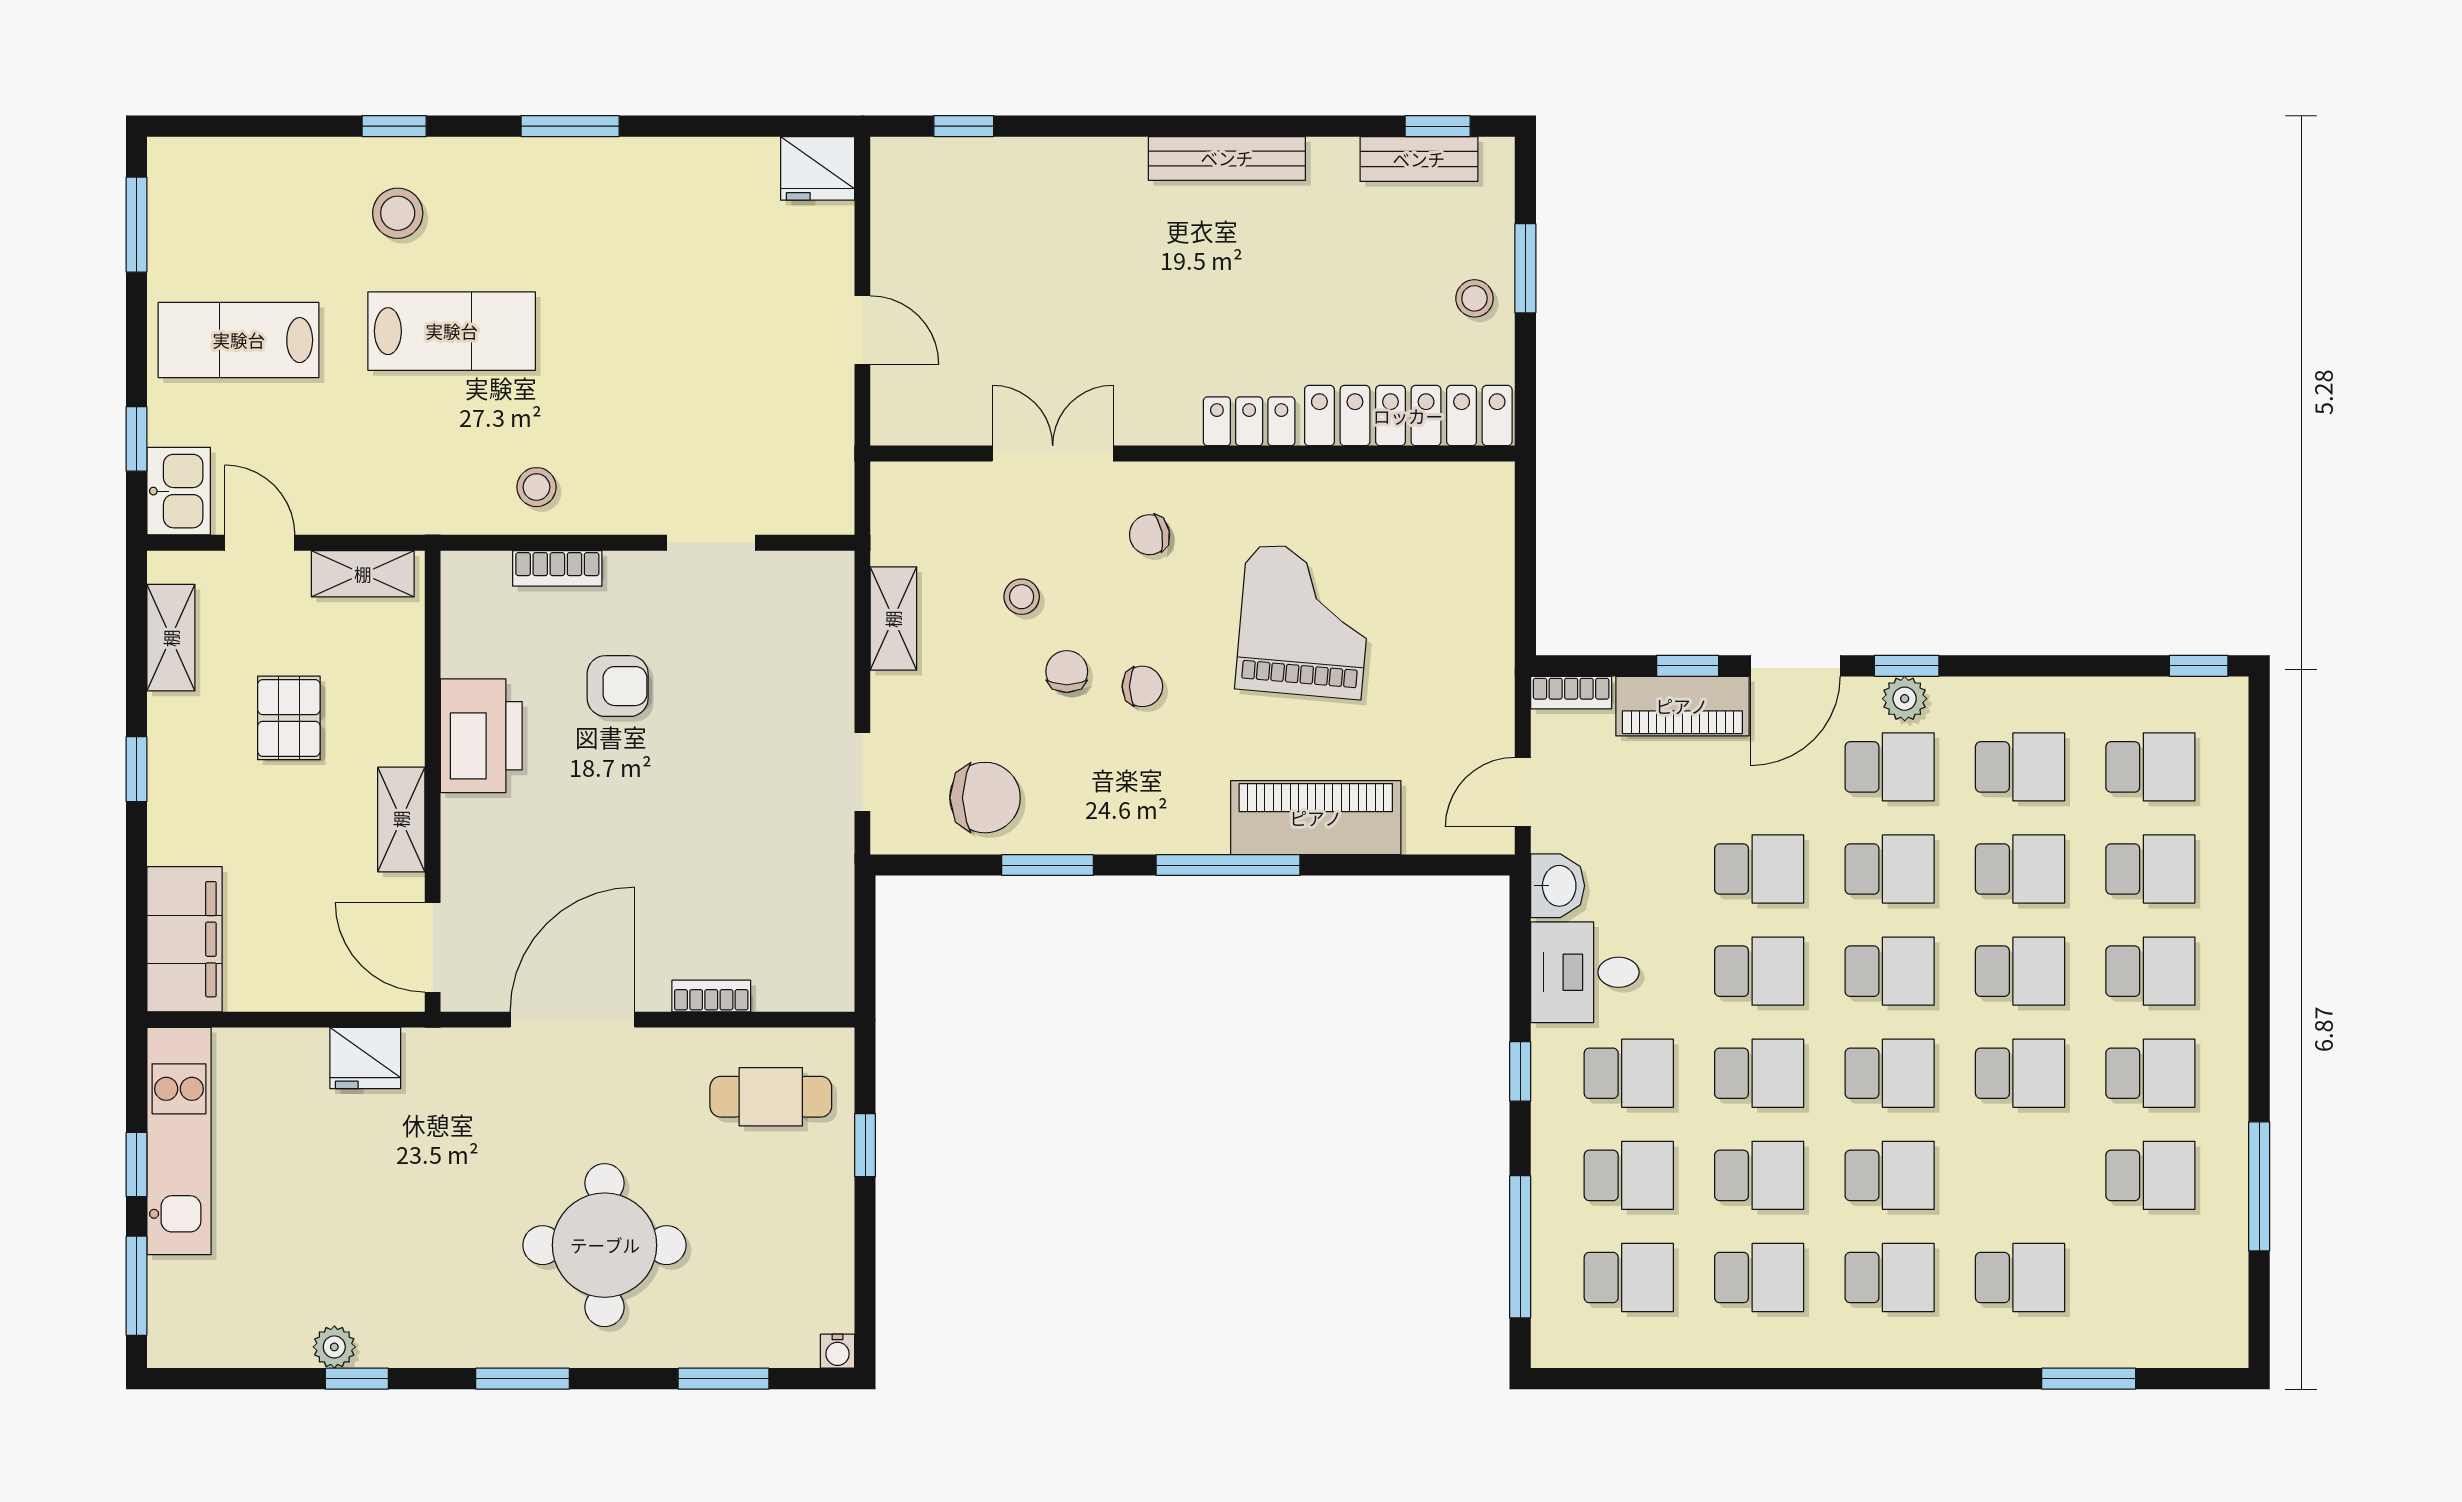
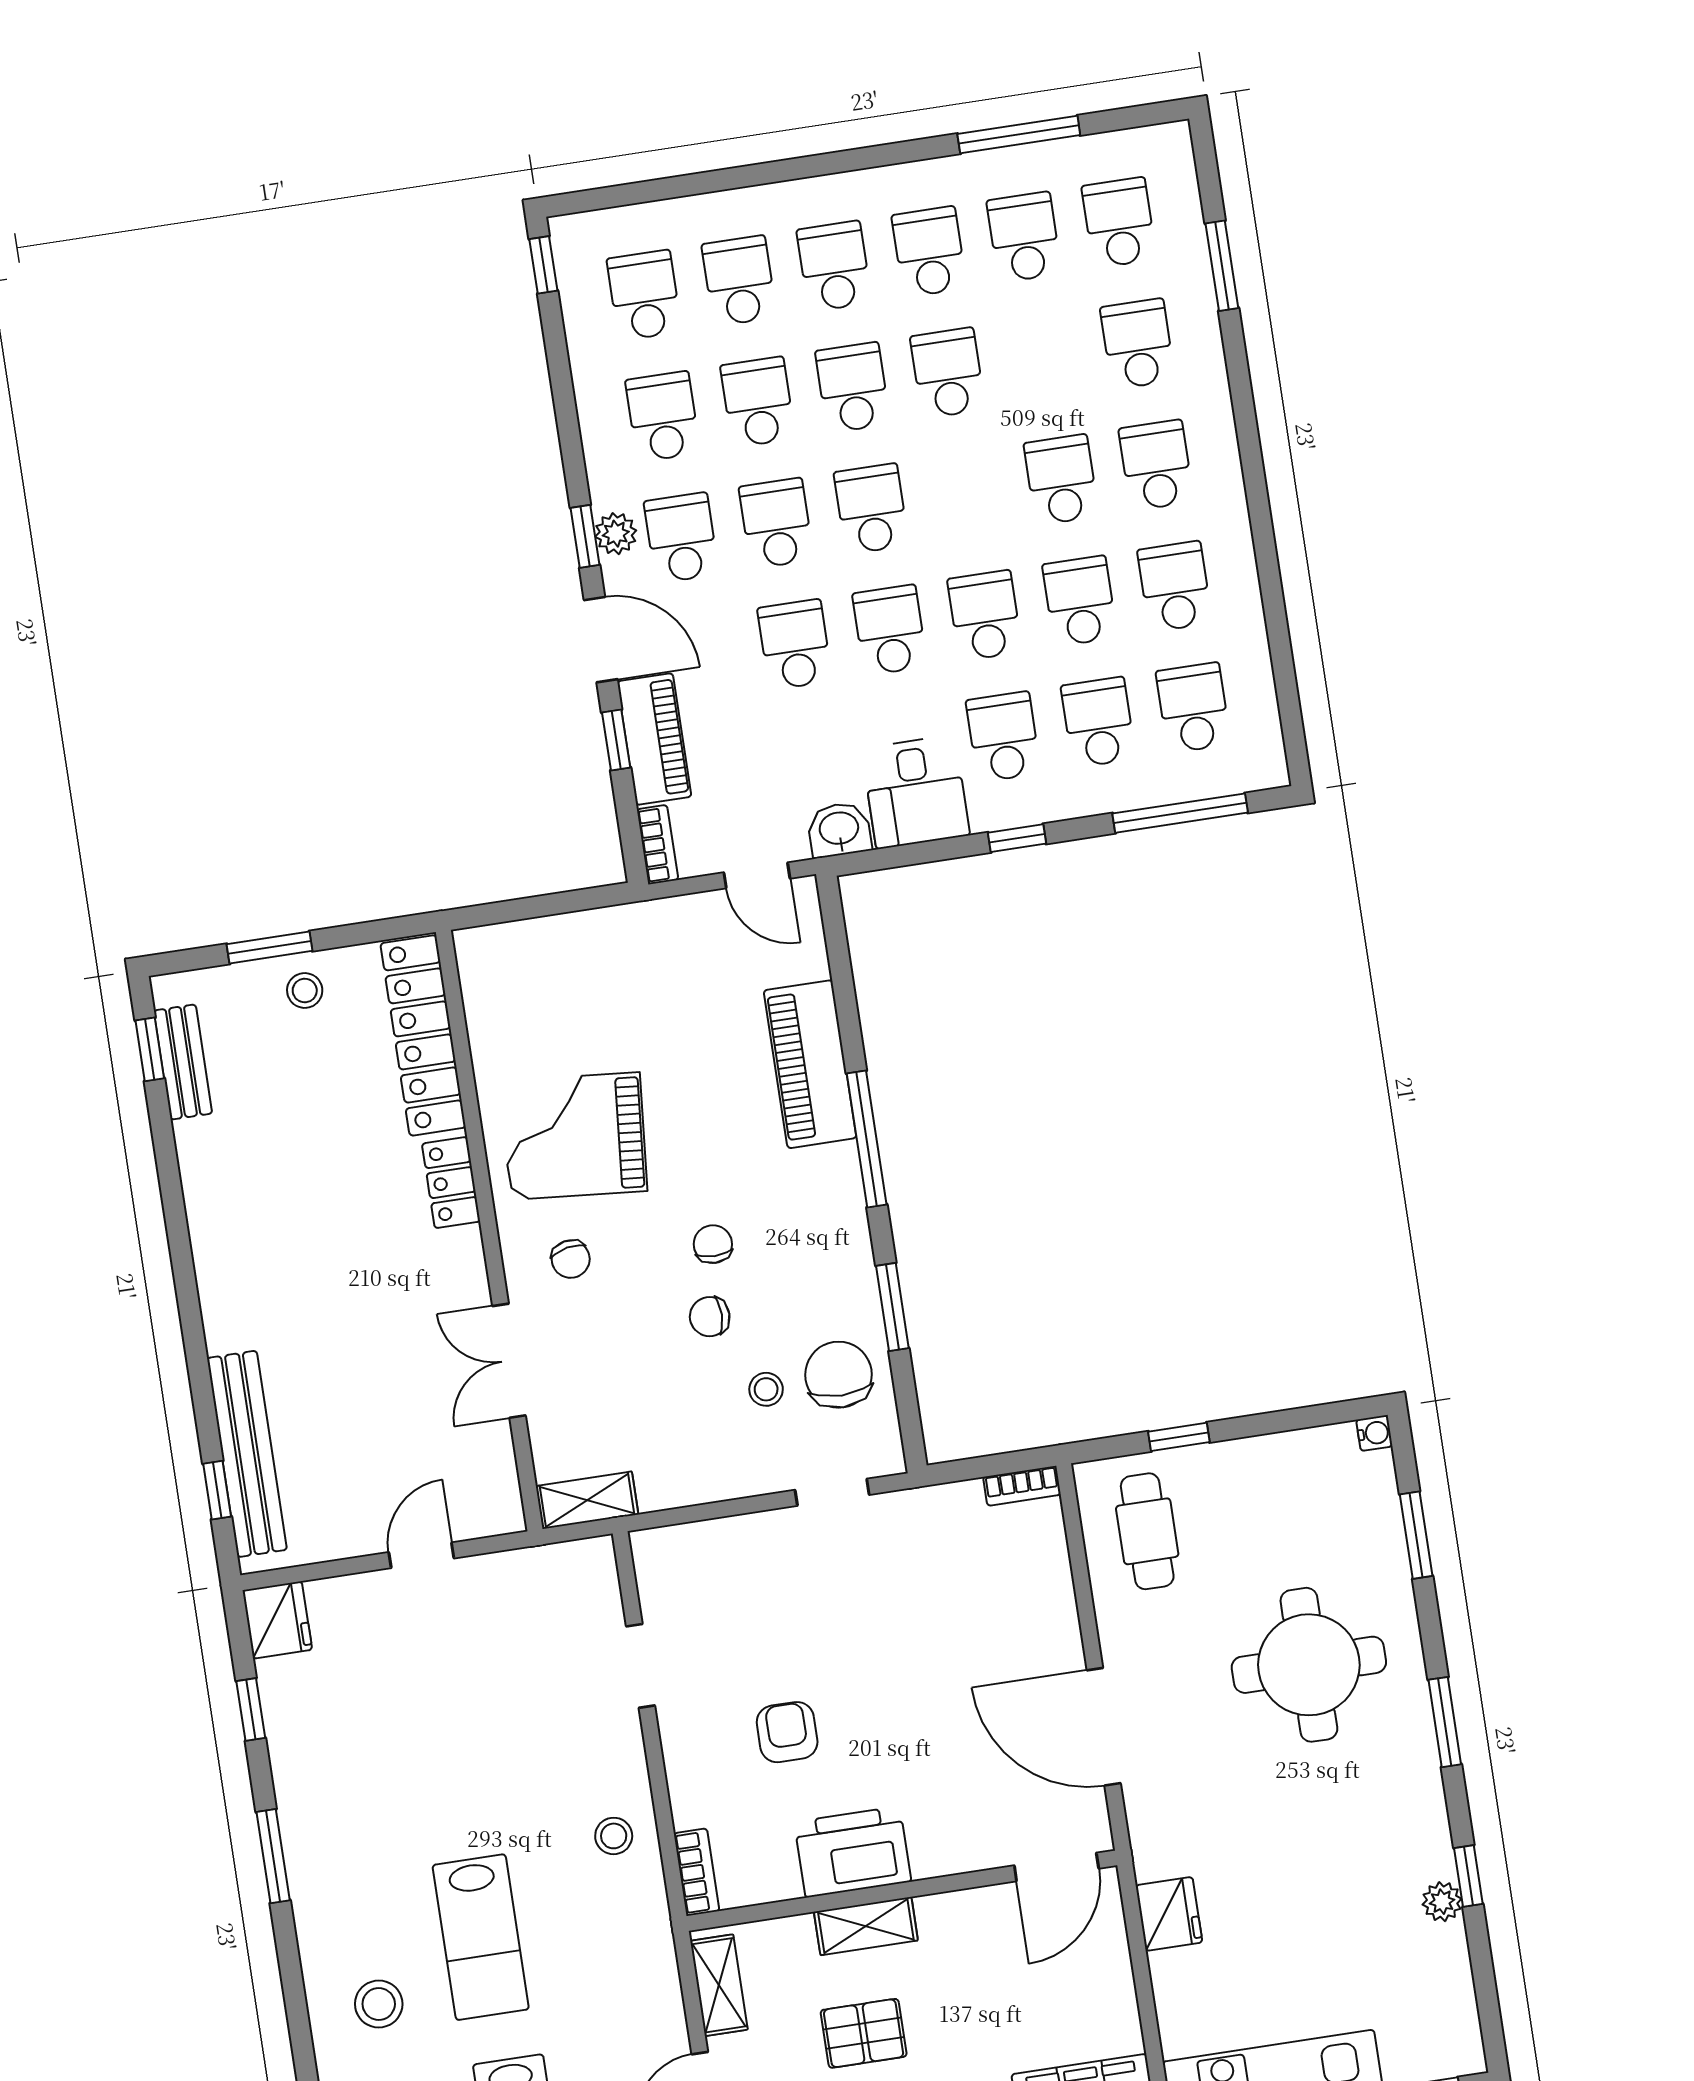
window: (394, 126) -> (251, 1709), moved
bench: (1227, 158) -> (247, 1454), moved, width x1.37, depth x1.21
lab bench: (452, 331) -> (481, 1937), turned 180
bookcase: (557, 568) -> (697, 1872), moved
stool: (1022, 597) -> (766, 1389), moved
shelving: (893, 619) -> (587, 1500), moved
grand piano: (1304, 621) -> (575, 1136), moved
shelving: (401, 819) -> (866, 1926), moved
bookcase: (711, 996) -> (1022, 1486), moved, turned -90
school desk: (1890, 1073) -> (1119, 223), moved

